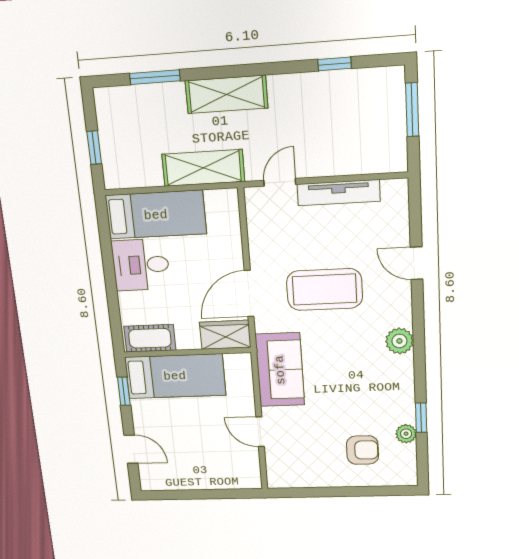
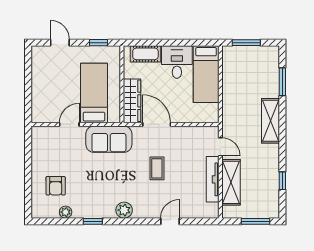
window: (94, 148) -> (246, 43), width x1.50
shelving: (203, 168) -> (231, 182), moved
coffee table: (324, 290) -> (157, 168), width x0.54, depth x0.58
wardrobe: (225, 335) -> (132, 101), width x1.50
cot: (150, 338) -> (145, 54), moved, turned 90
bed: (175, 376) -> (94, 93), moved, turned 180
window: (421, 418) -> (93, 221), moved
door: (131, 449) -> (60, 43), swing flipped

